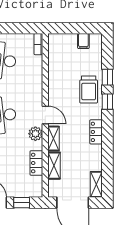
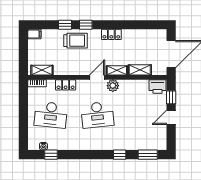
filing cabinet: (83, 41) -> (34, 34), moved
locker: (36, 163) -> (66, 85), moved
shelving: (96, 184) -> (42, 70), moved
printer: (34, 186) -> (157, 86), added

